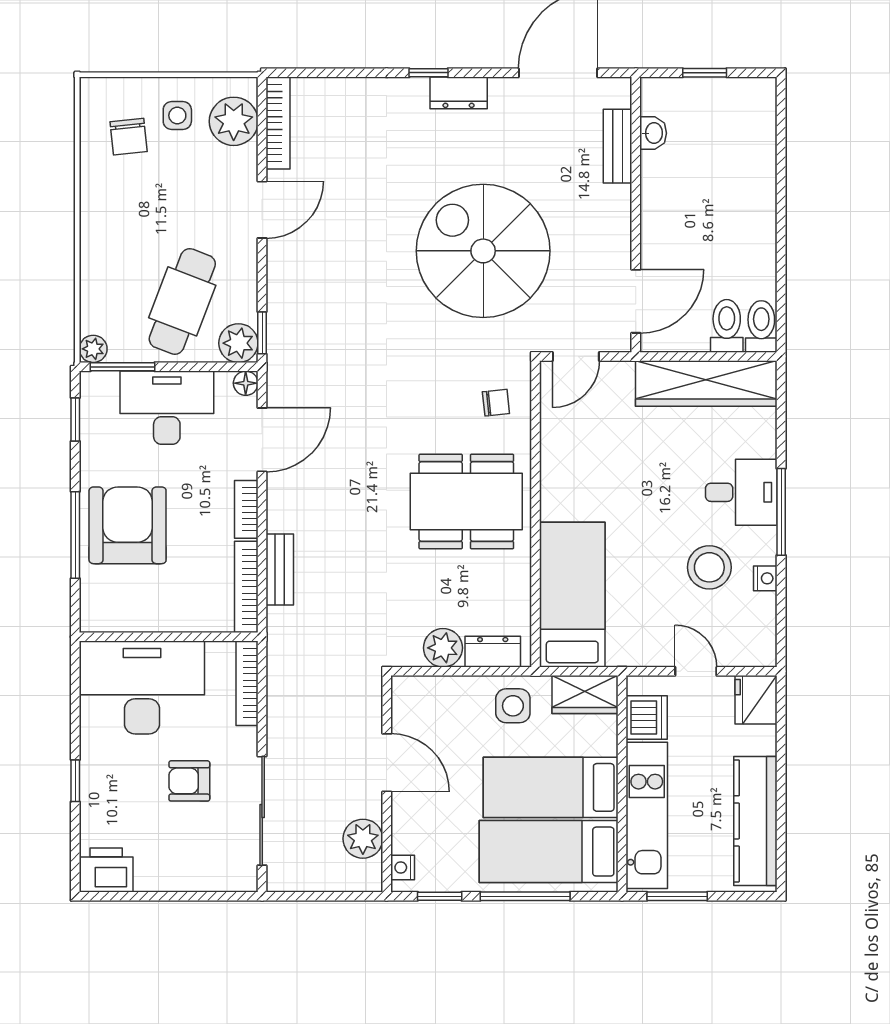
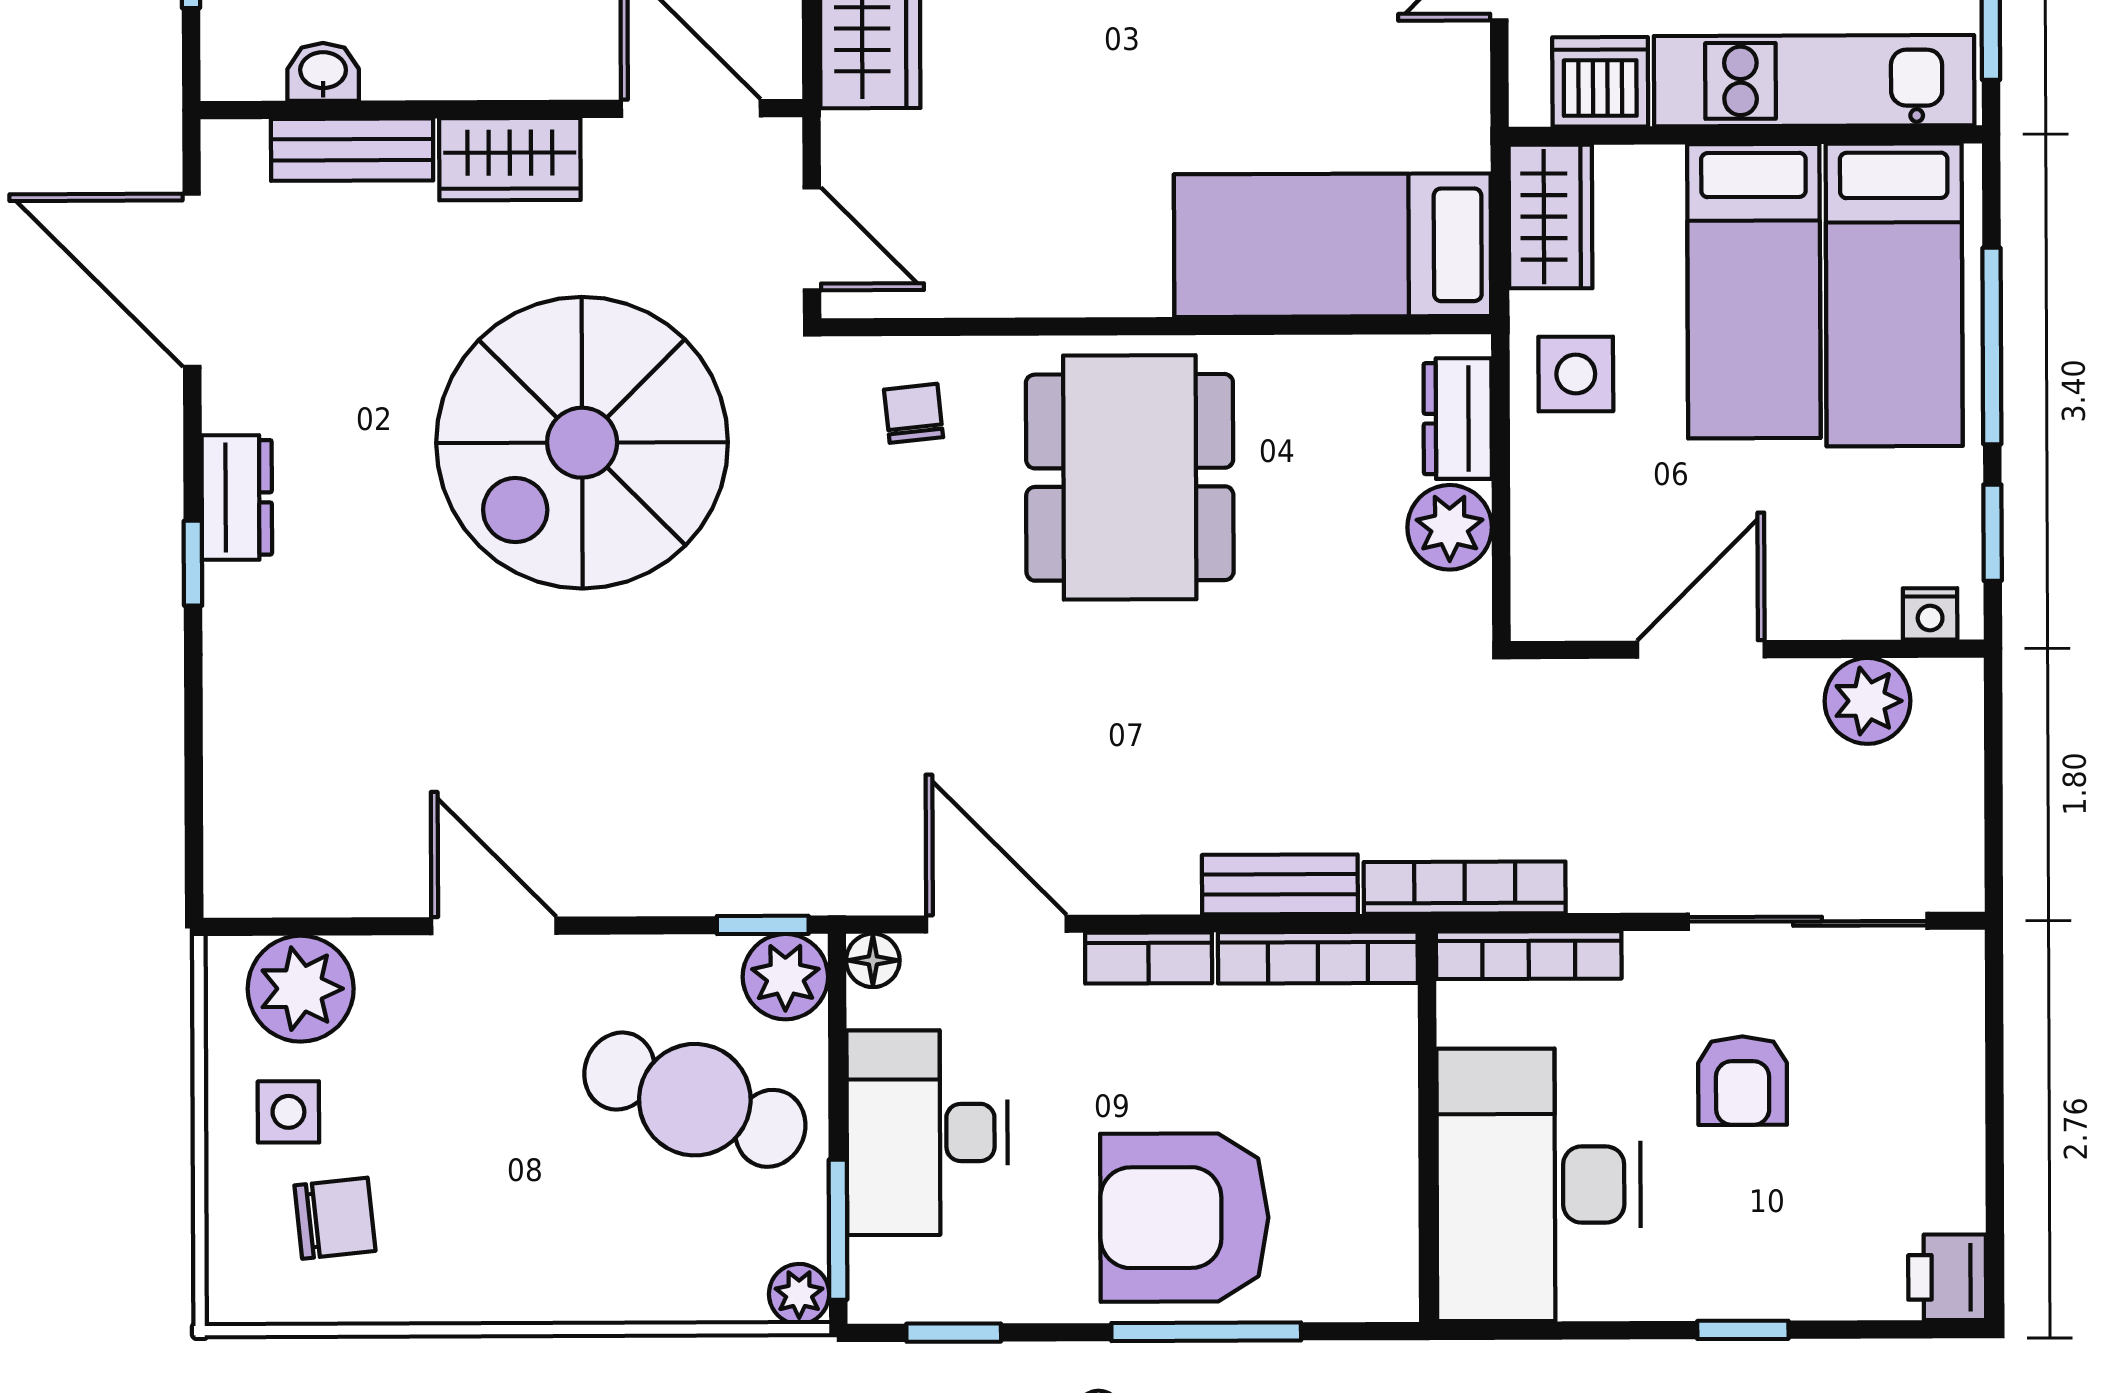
bookcase: (278, 123) -> (1465, 888), moved
wardrobe: (613, 218) -> (510, 159), added
printer: (106, 870) -> (1947, 1277), width x0.73, depth x0.81

